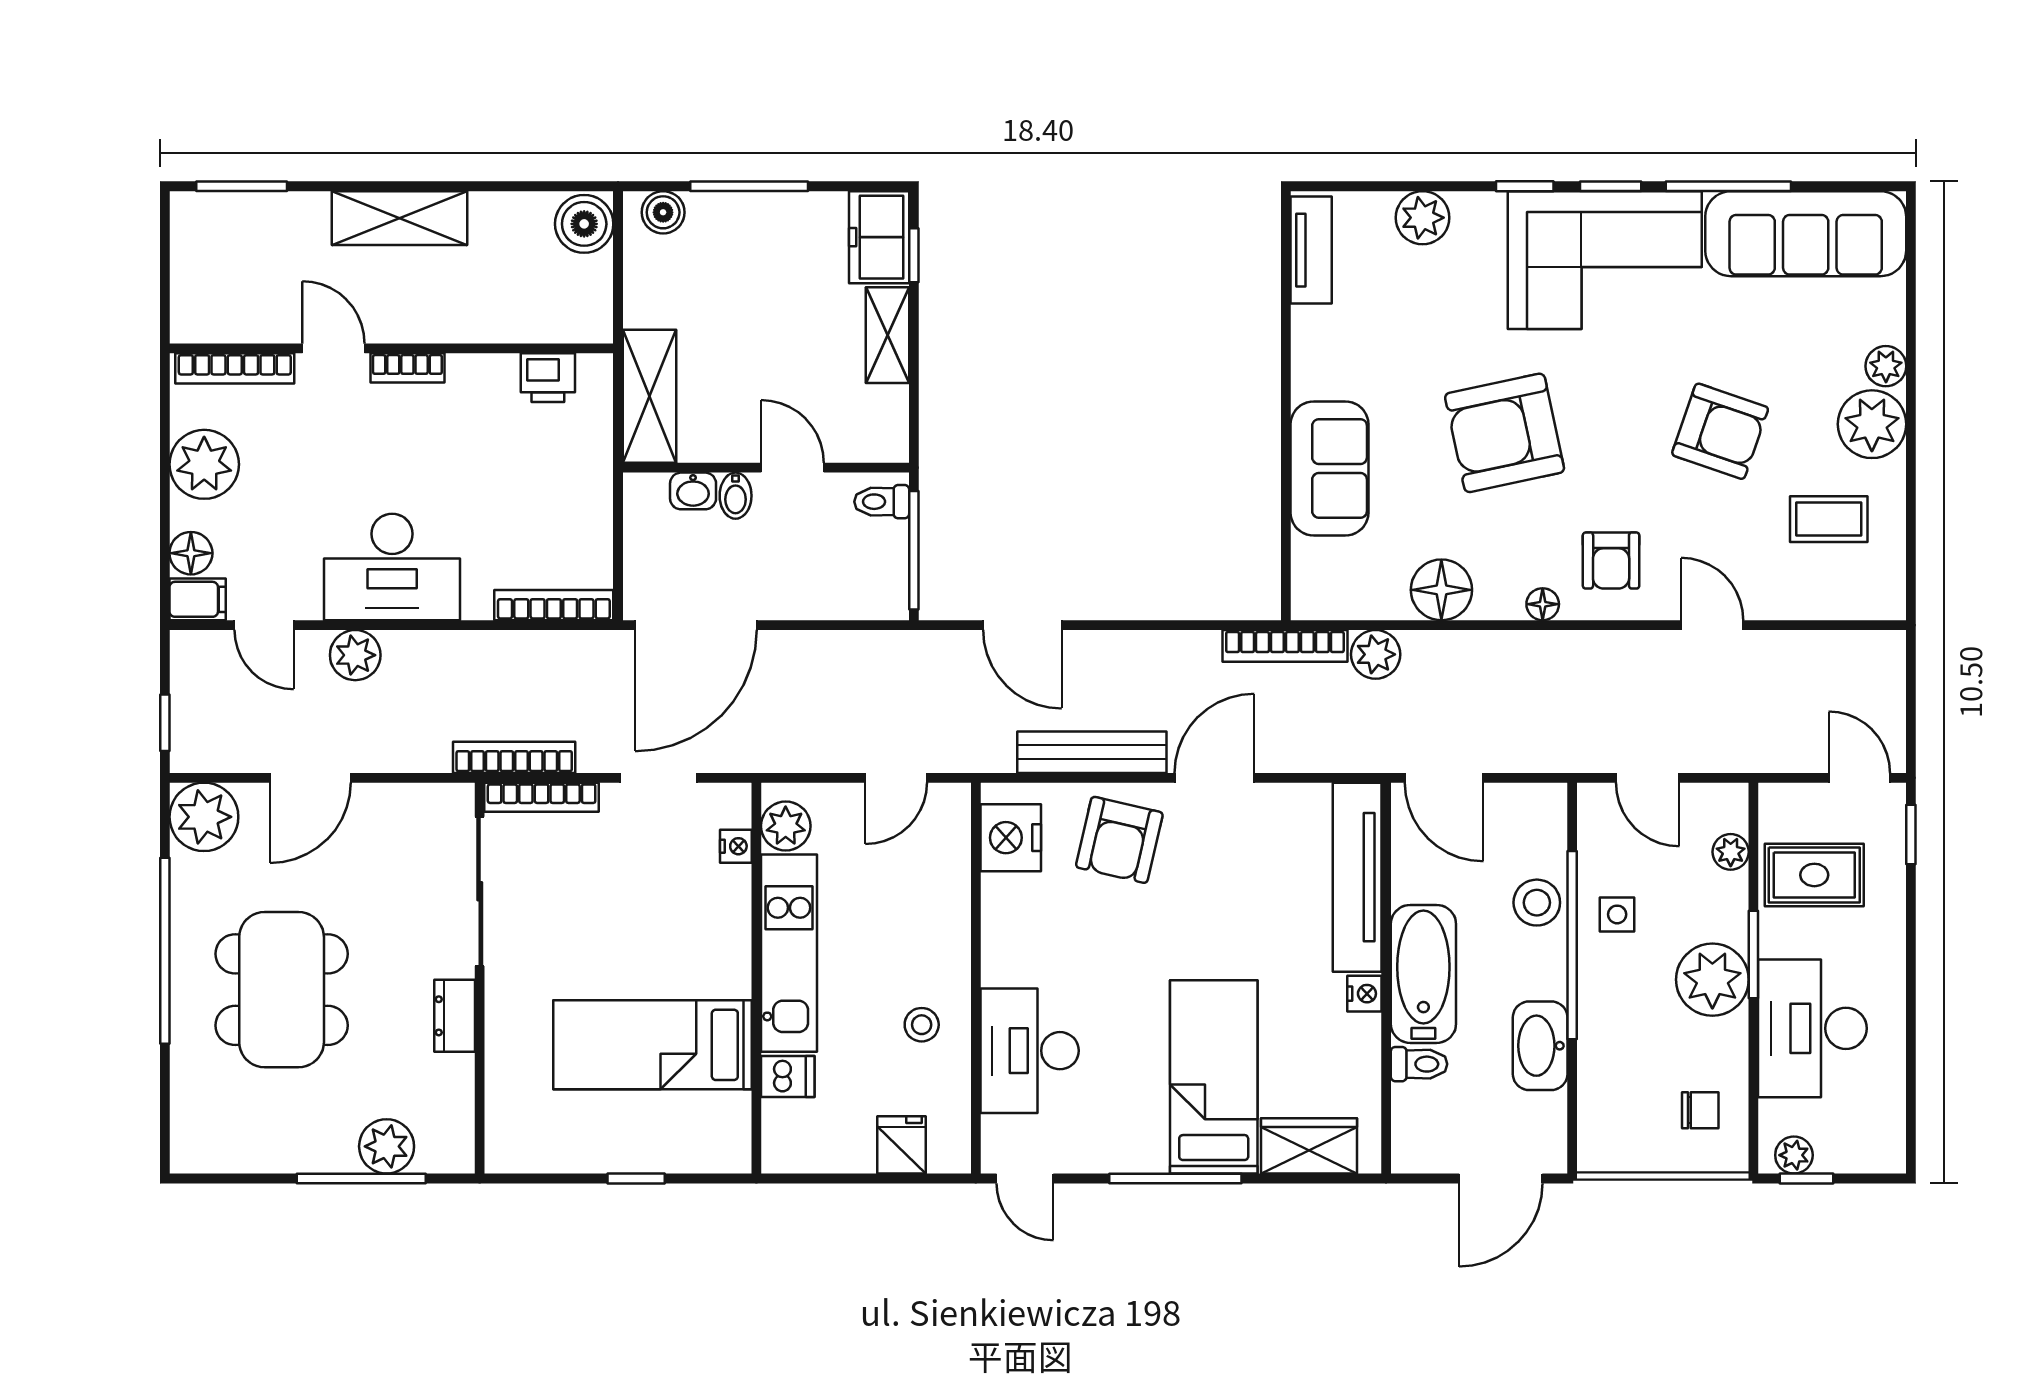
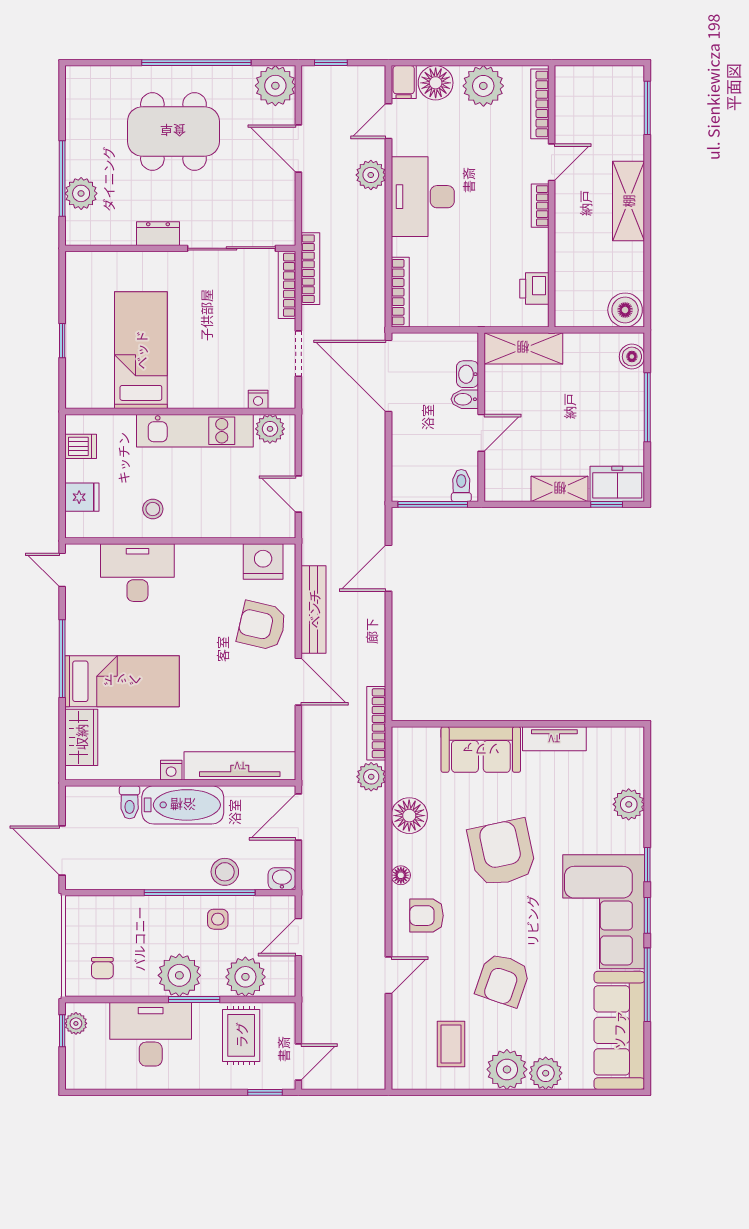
tv unit: (1311, 250) -> (554, 739), moved
plant: (1886, 366) -> (546, 1073), width x1.38, depth x1.38
floor lamp: (191, 553) -> (436, 83), width x1.38, depth x1.38
plant: (1731, 852) -> (245, 977), width x1.88, depth x1.88
washbasin: (1540, 1046) -> (282, 879), moved, width x0.52, depth x0.69
dishwasher: (788, 1076) -> (81, 446), moved, turned -90
door: (1025, 1178) -> (62, 570), hinge flipped

